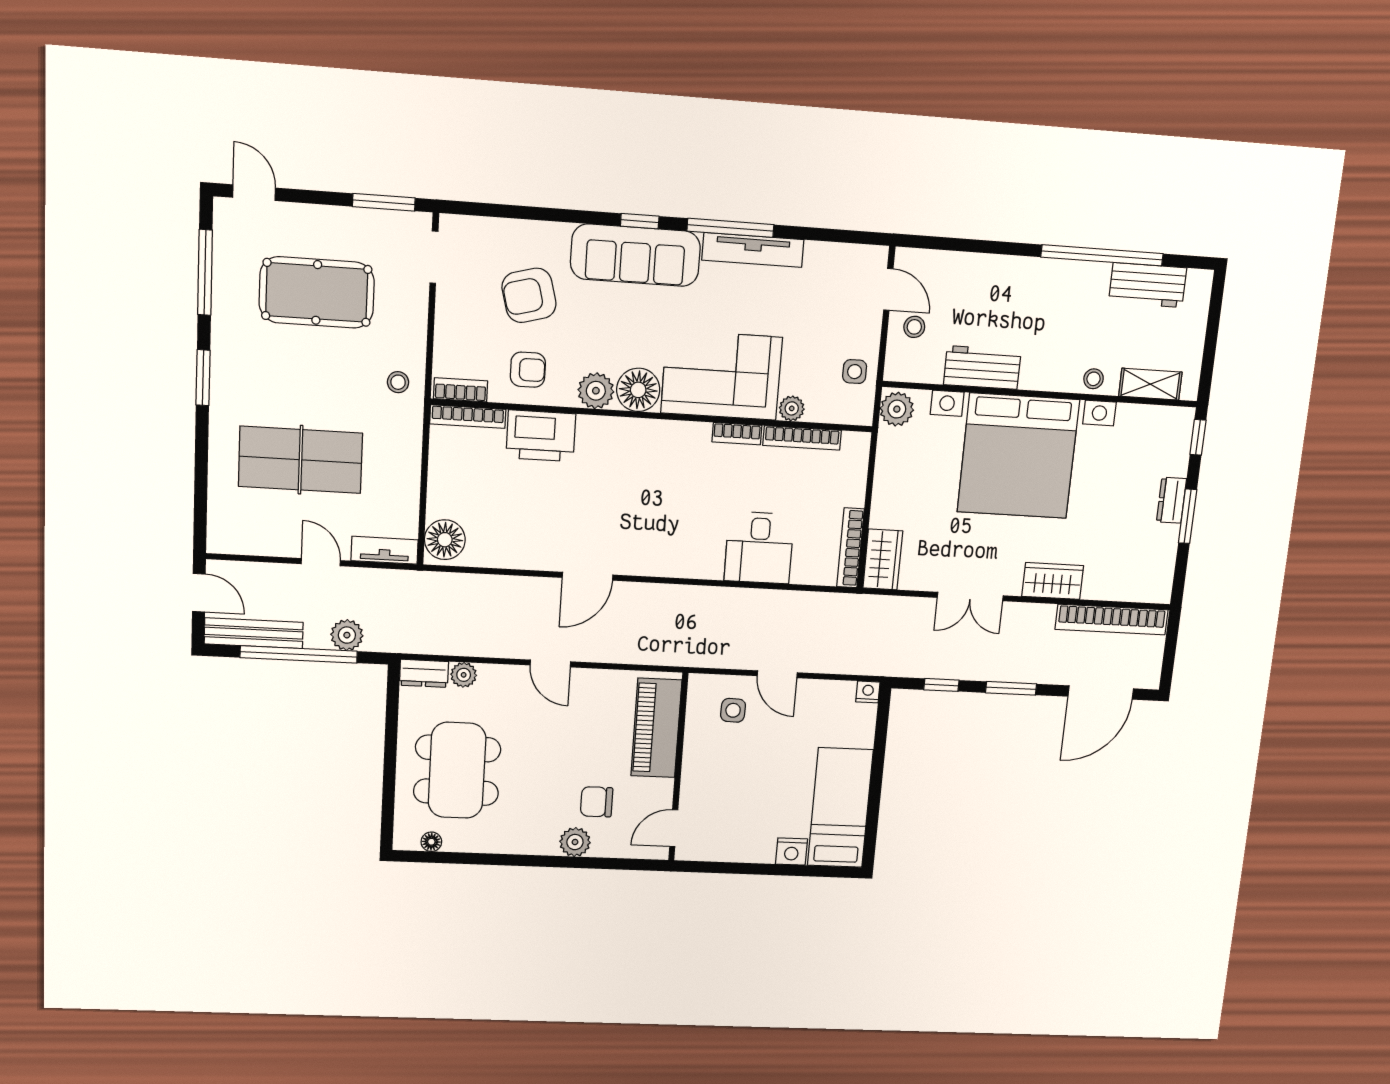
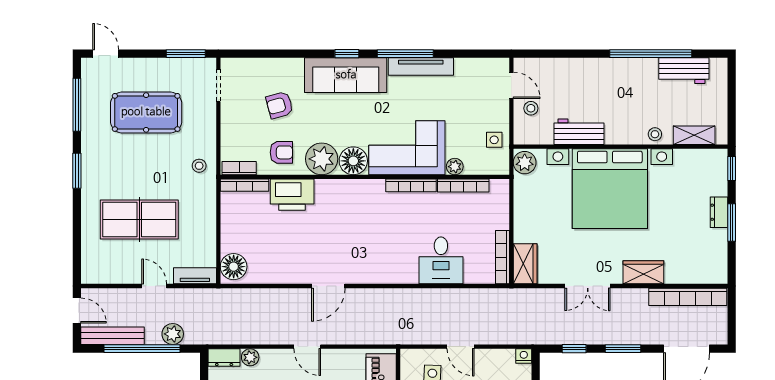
armchair: (529, 295) -> (279, 105), width x0.72, depth x0.72
plant: (596, 391) -> (322, 159), width x1.36, depth x1.36
bookcase: (737, 434) -> (411, 185), width x1.56

